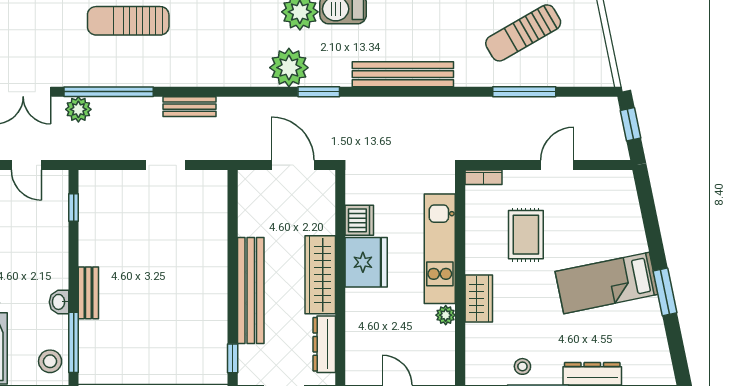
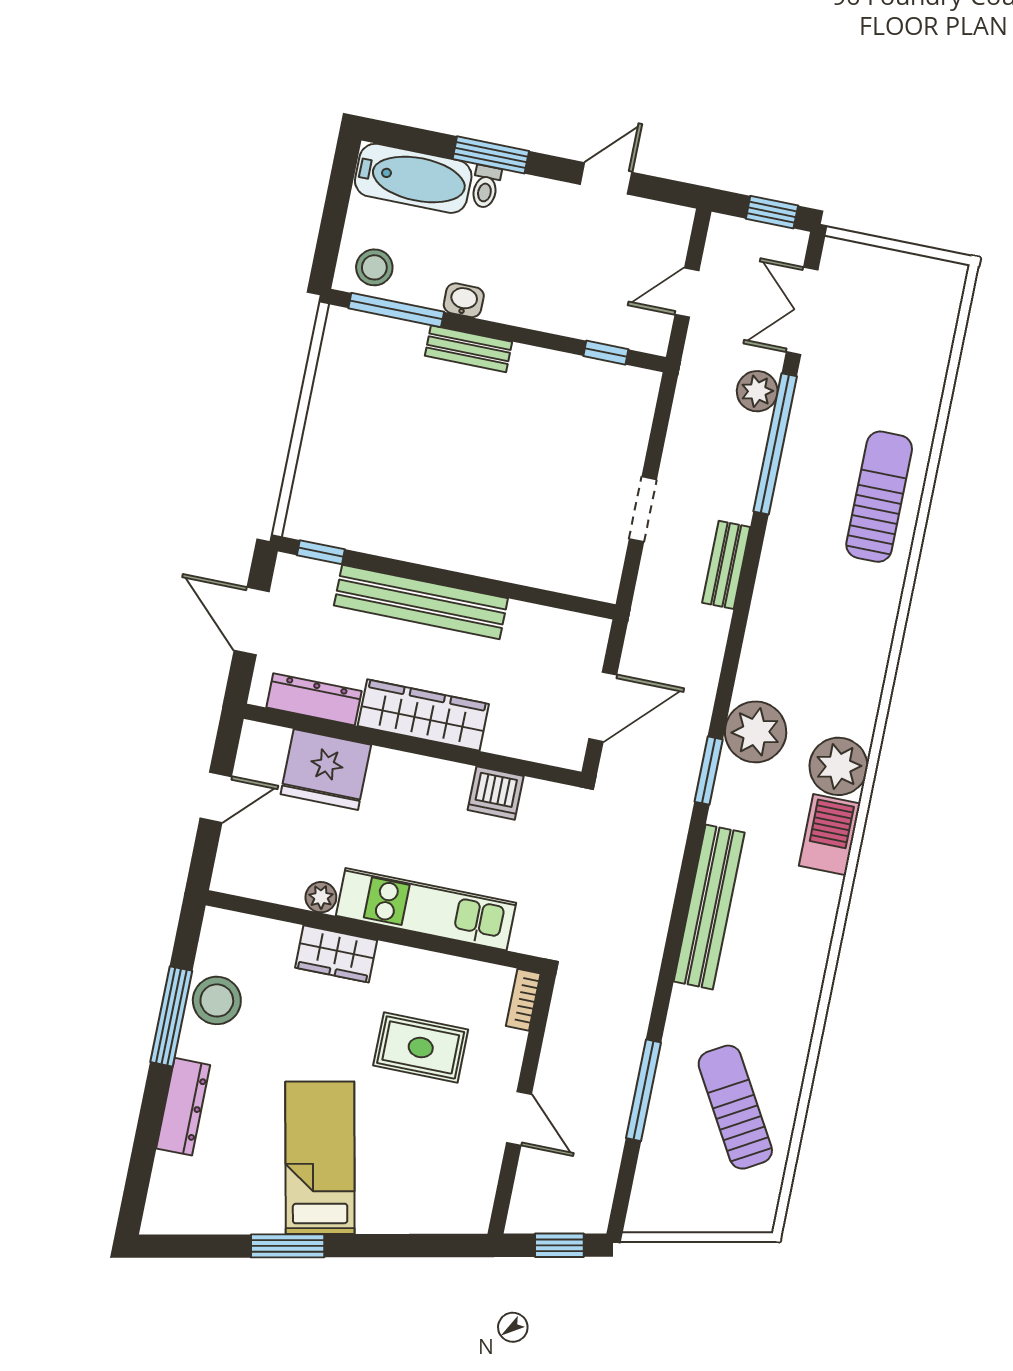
fridge: (366, 262) -> (326, 770), moved
stool: (522, 366) -> (217, 1000), width x1.89, depth x1.89

